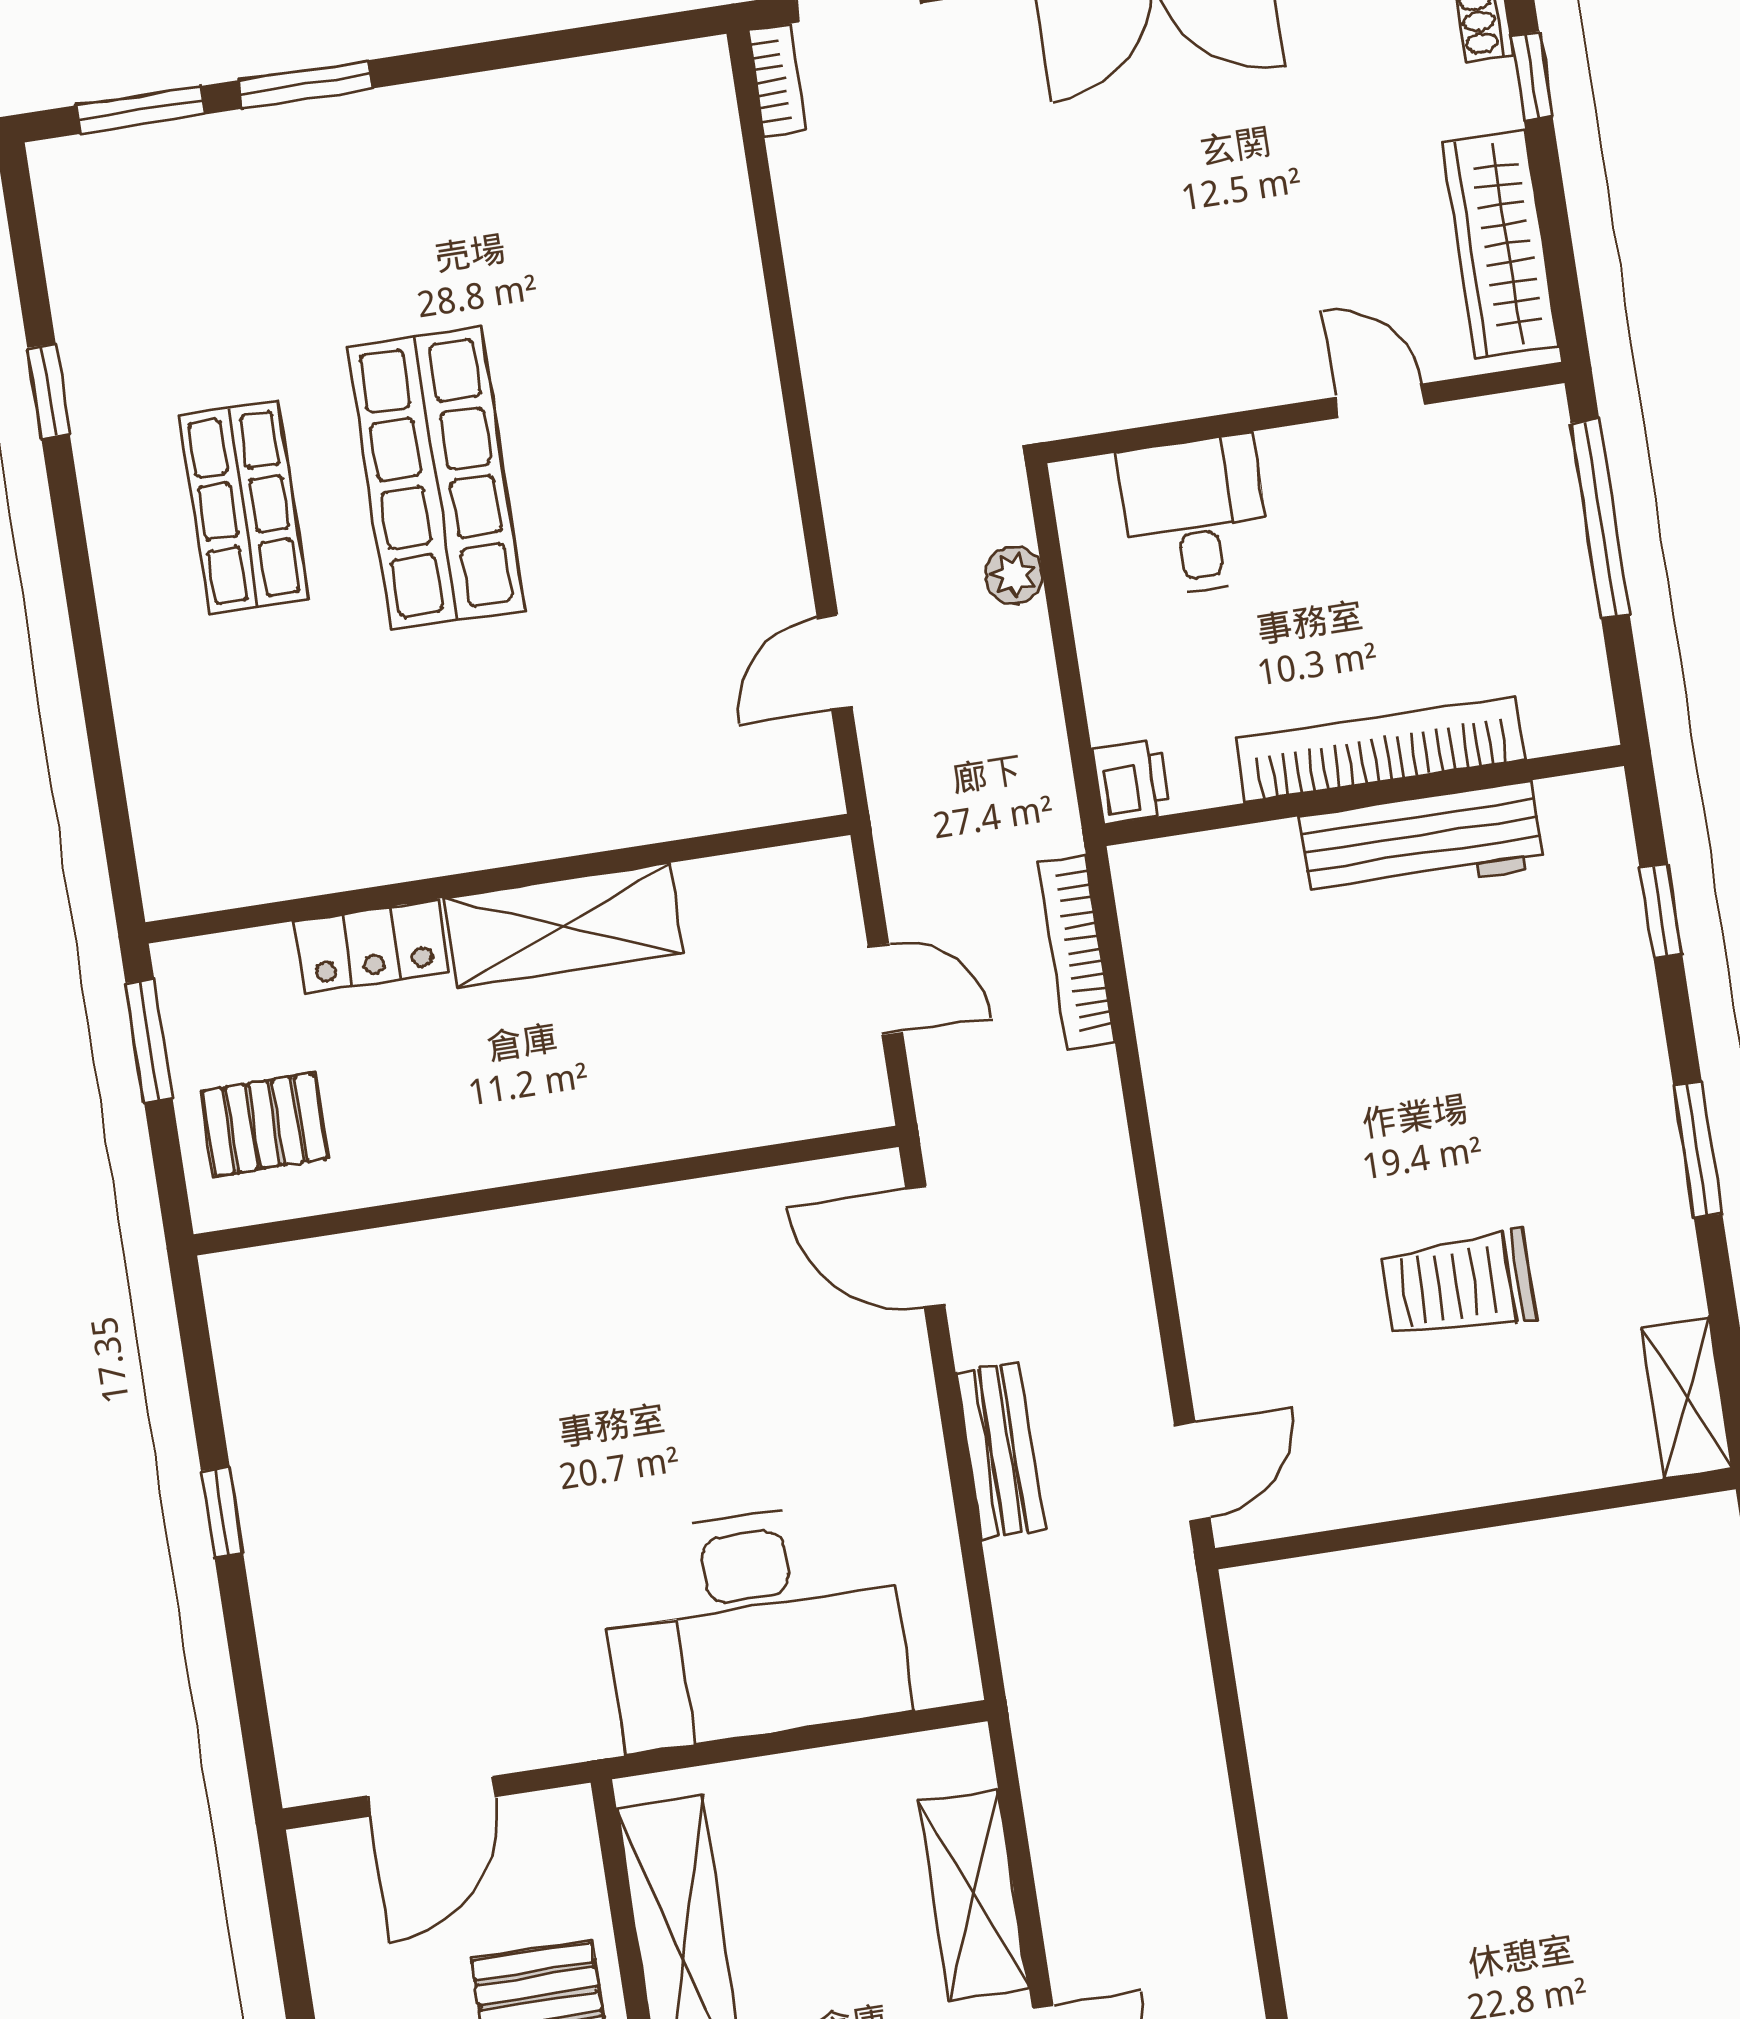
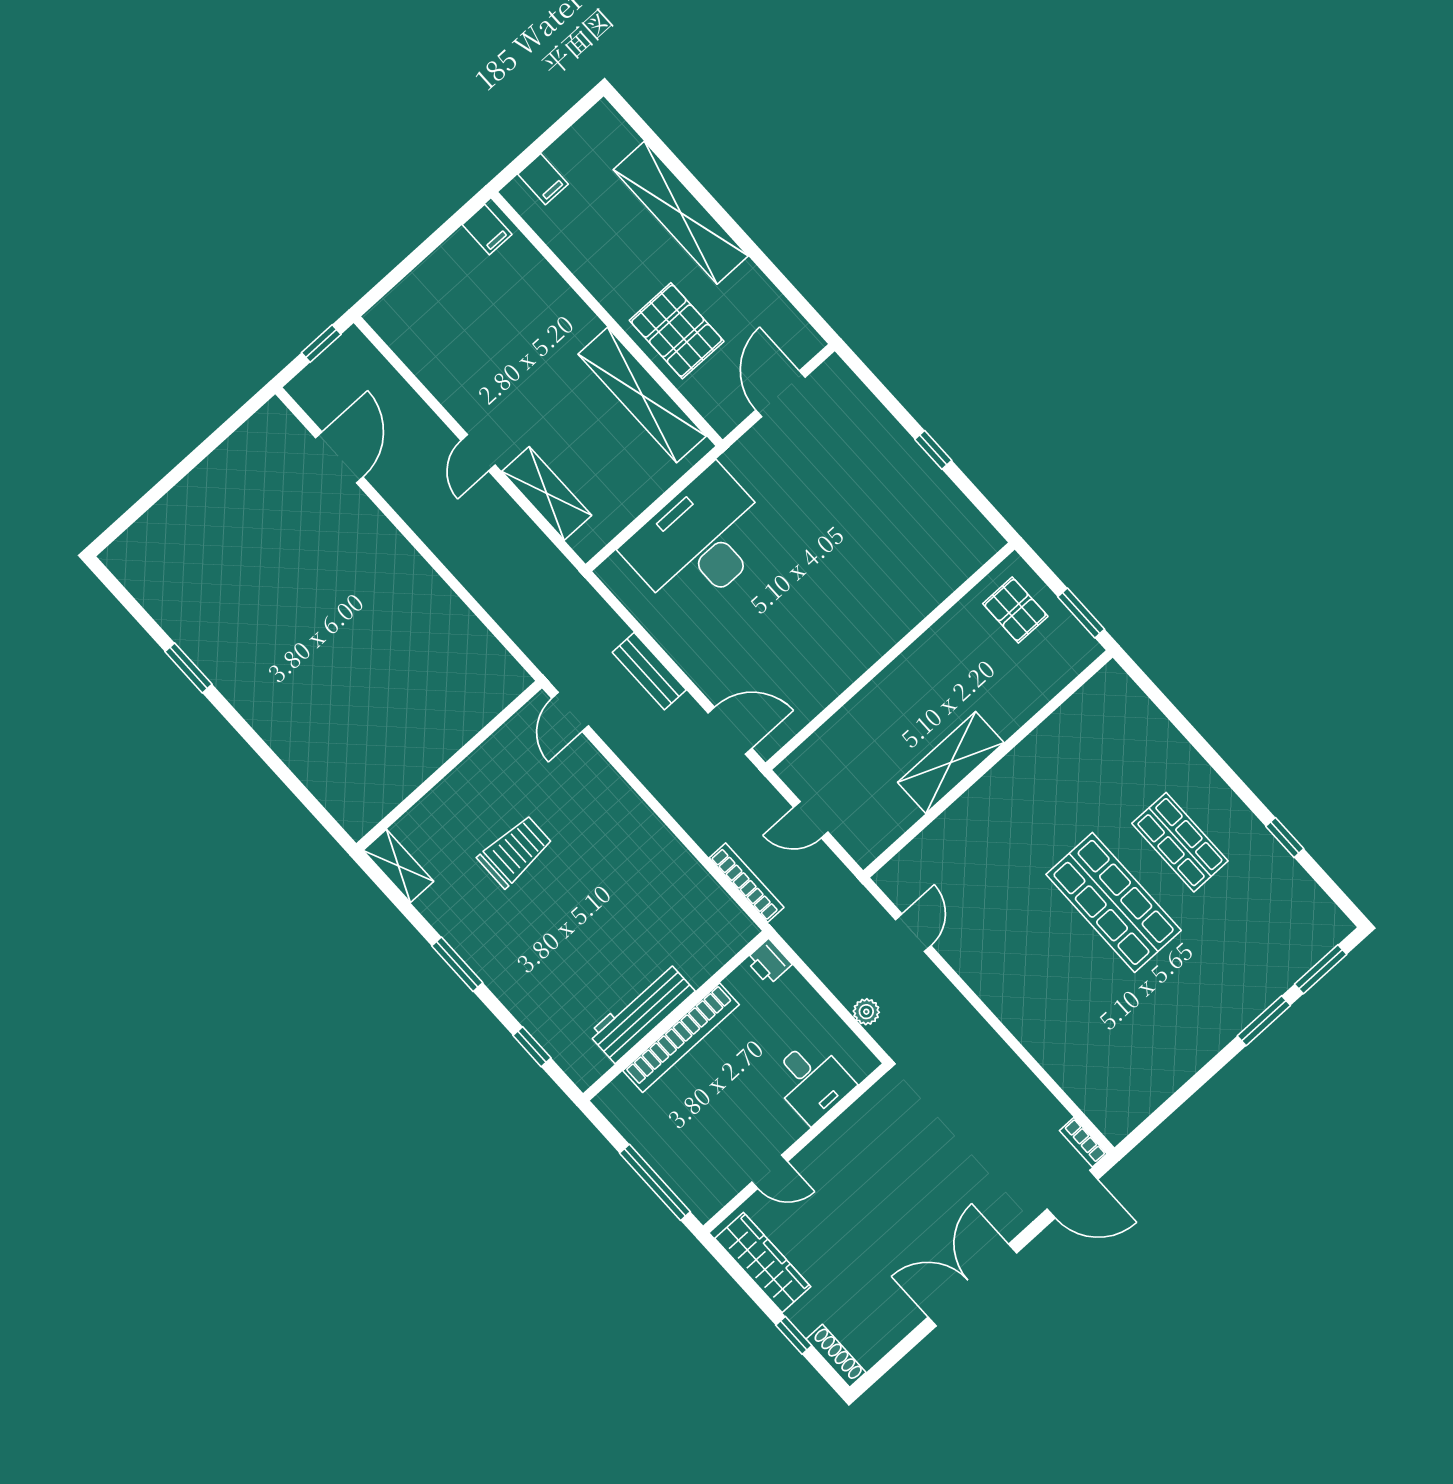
locker: (371, 946) -> (1019, 706), removed
pallet: (265, 1125) -> (1015, 610), turned 90

